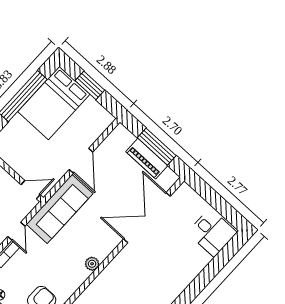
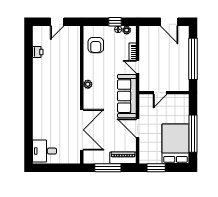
window: (90, 85) -> (156, 168), moved
piano: (147, 159) -> (123, 158), moved
door: (31, 190) -> (160, 93), moved

